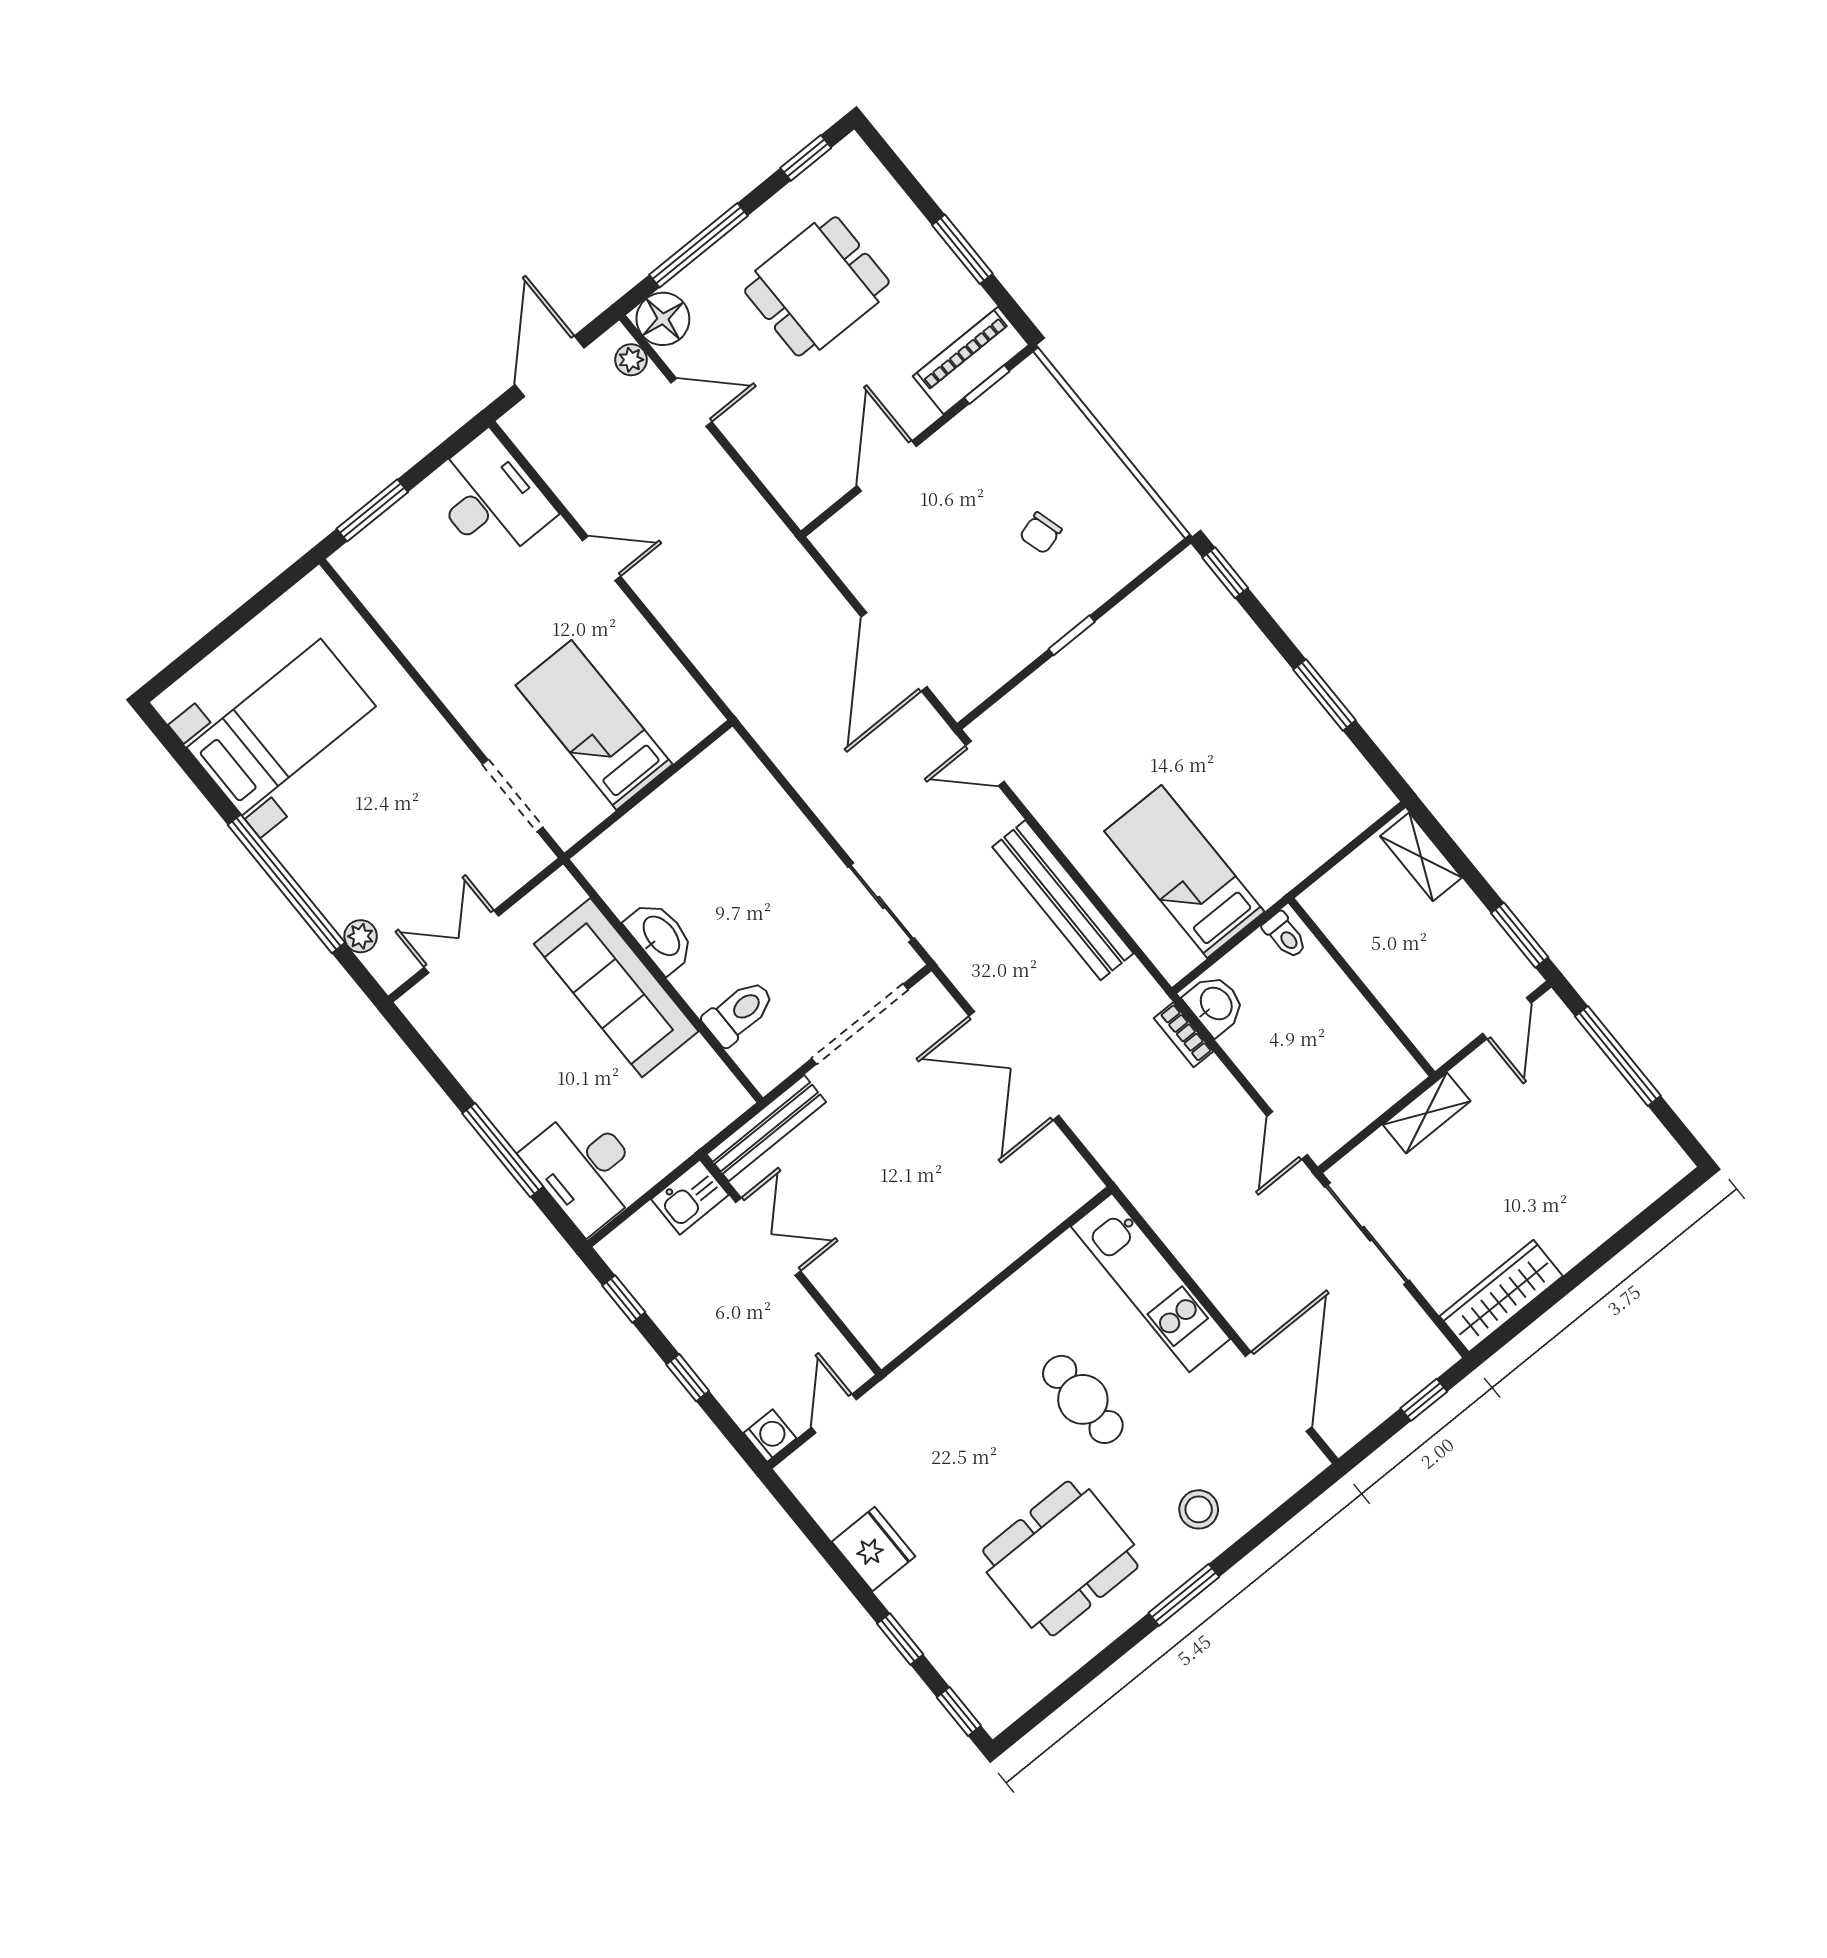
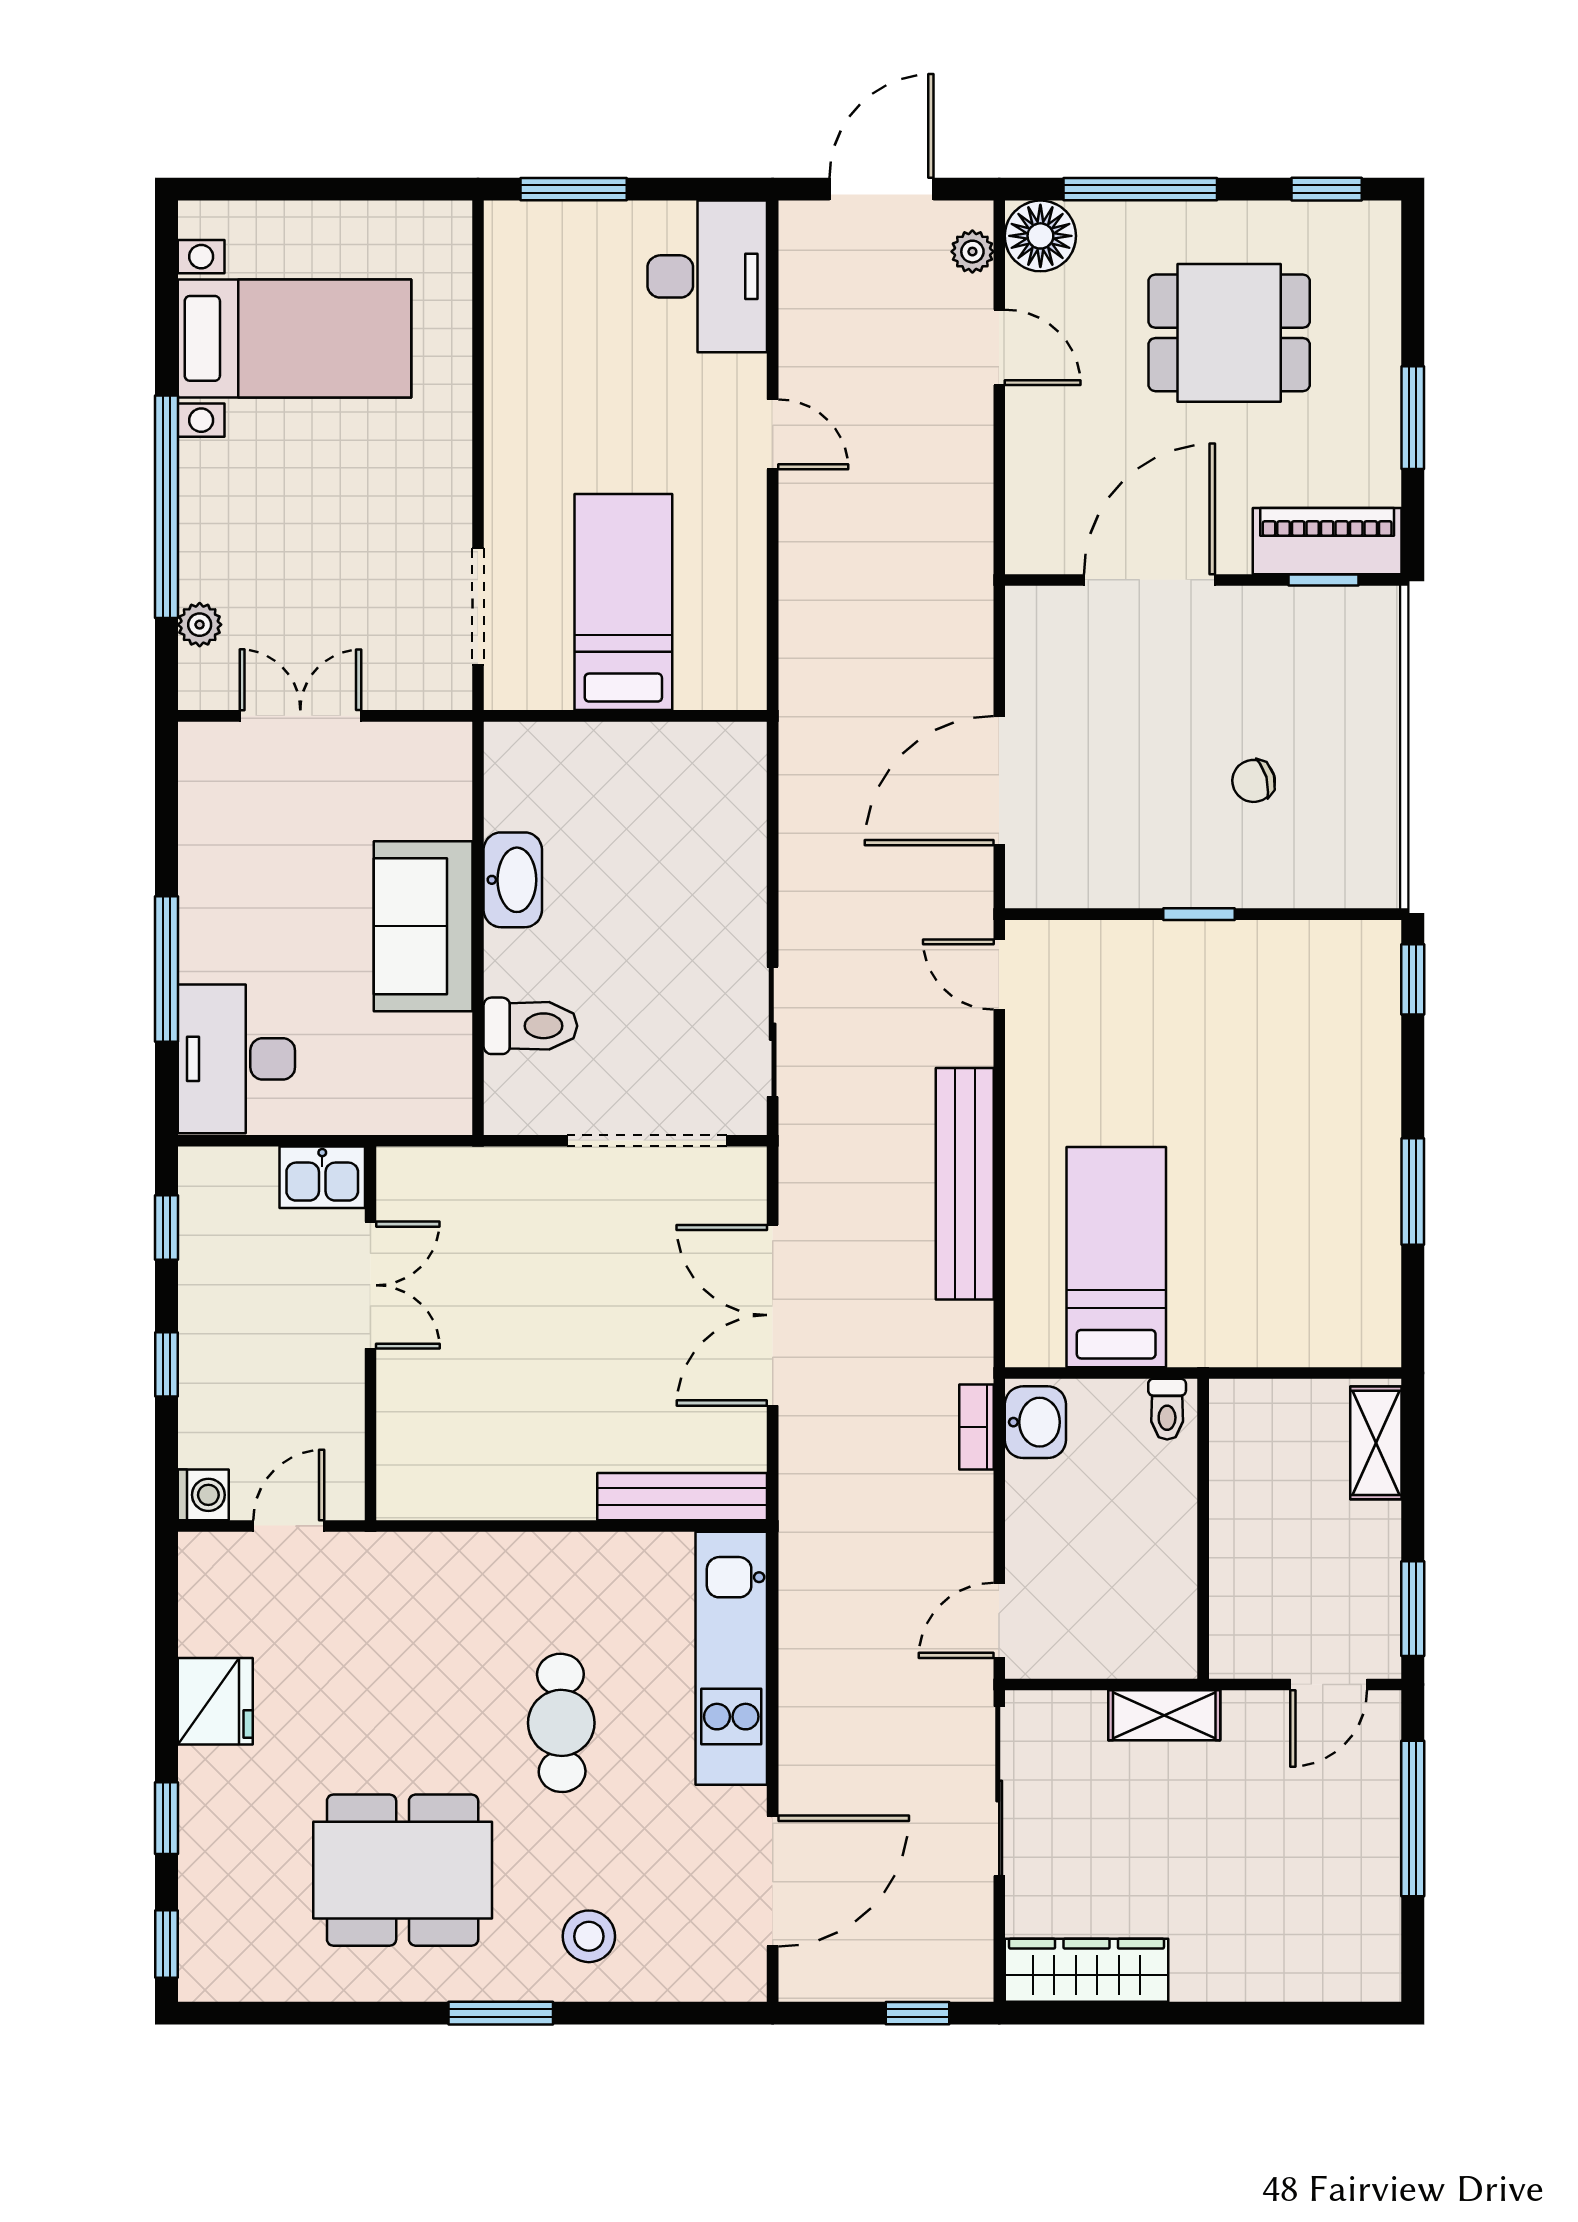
door: (887, 466) -> (1149, 580), width x1.36
sofa: (616, 988) -> (423, 926), width x0.73
bench: (766, 1128) -> (682, 1497), moved

